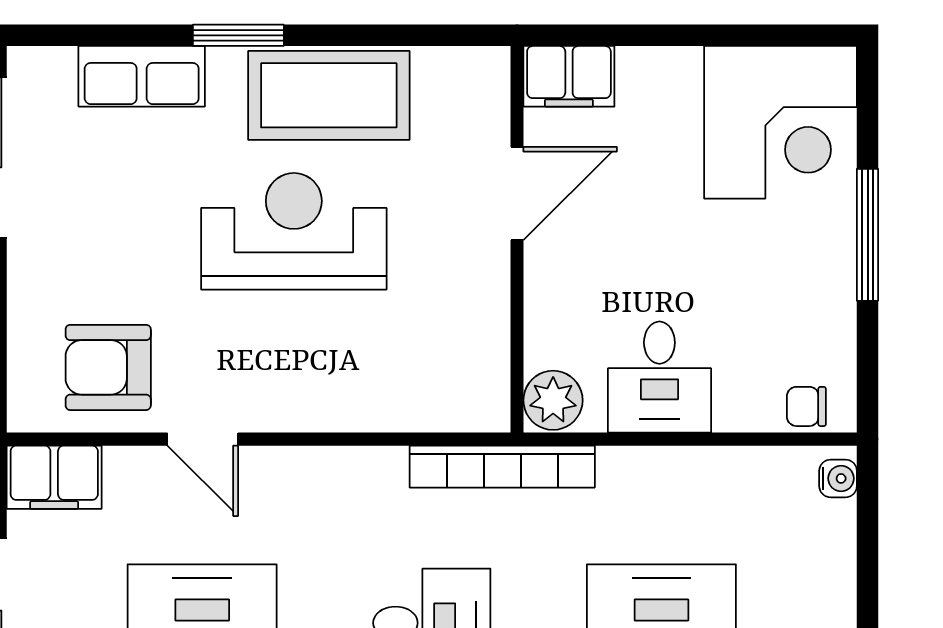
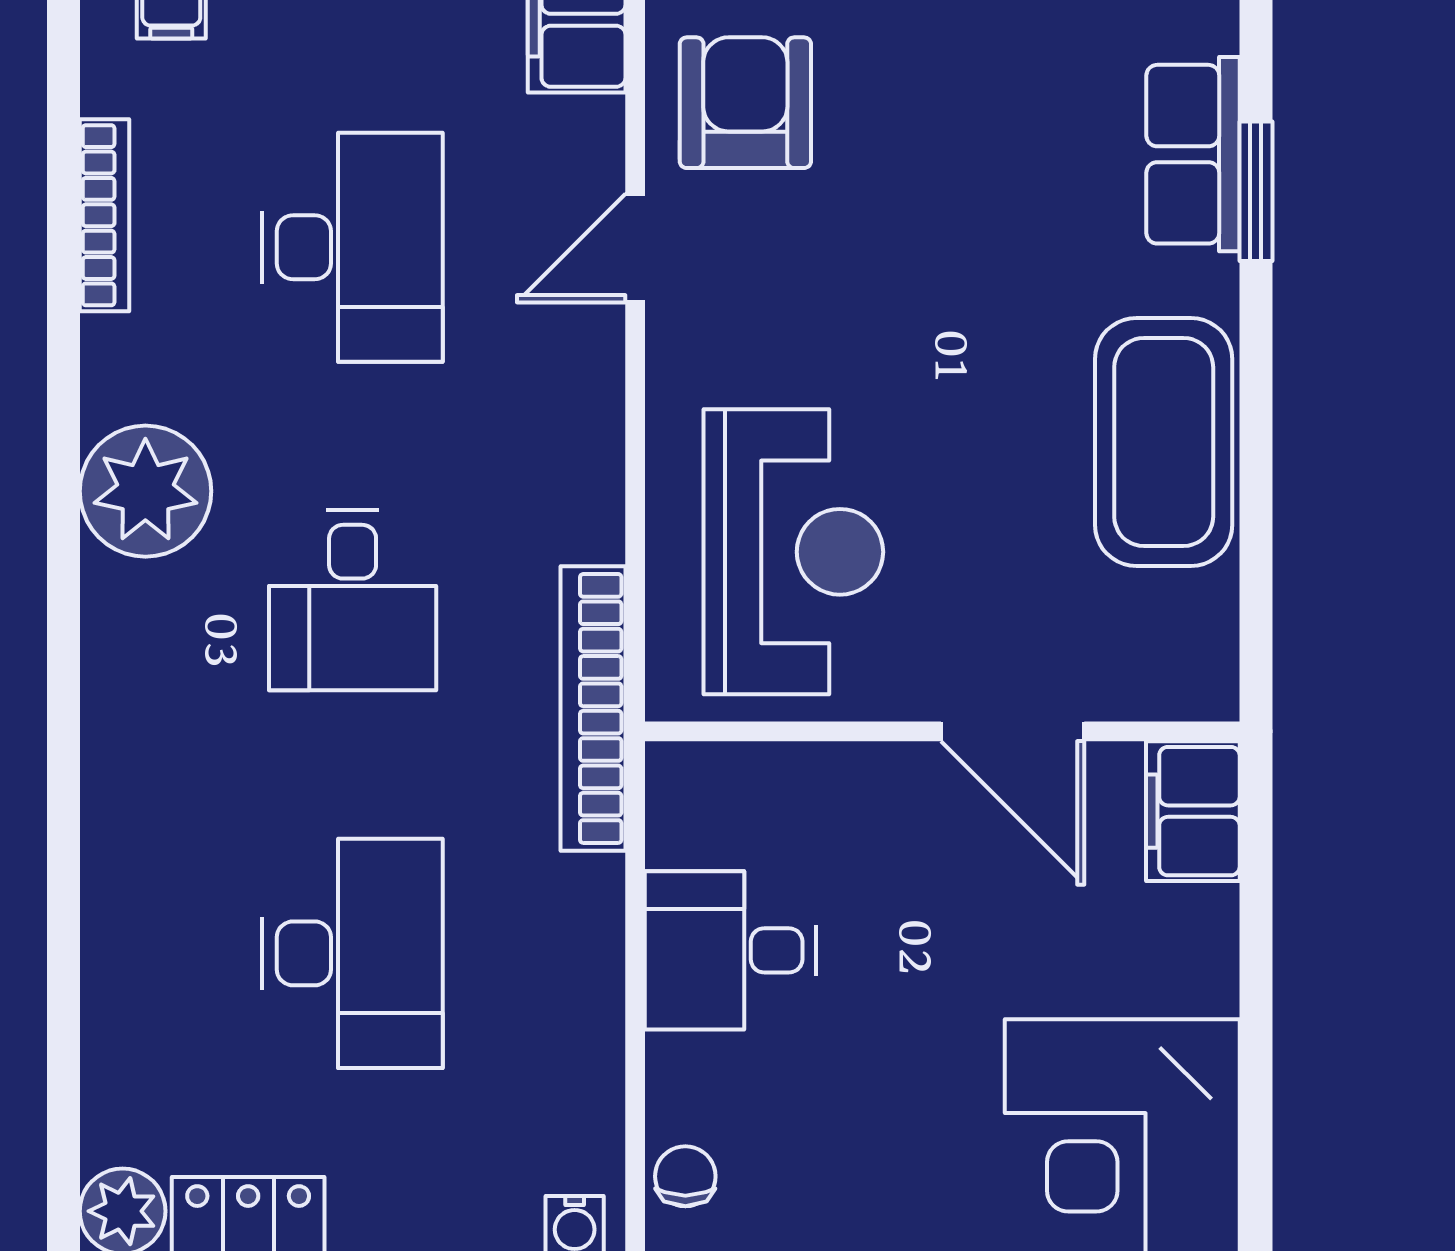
window: (238, 35) -> (1256, 191), moved
reception desk: (294, 231) -> (793, 552), moved
plant: (553, 400) -> (695, 787), removed

